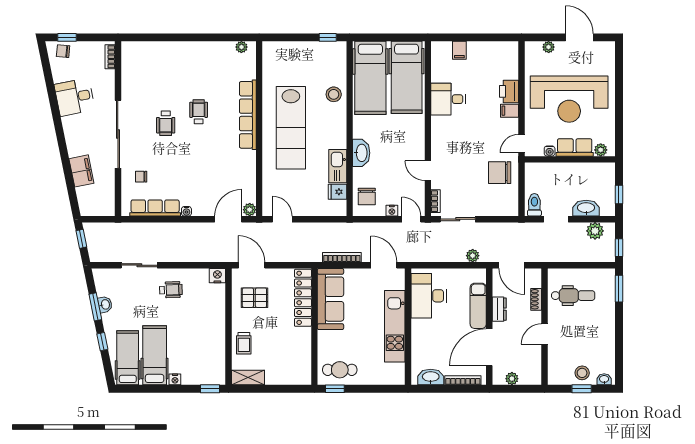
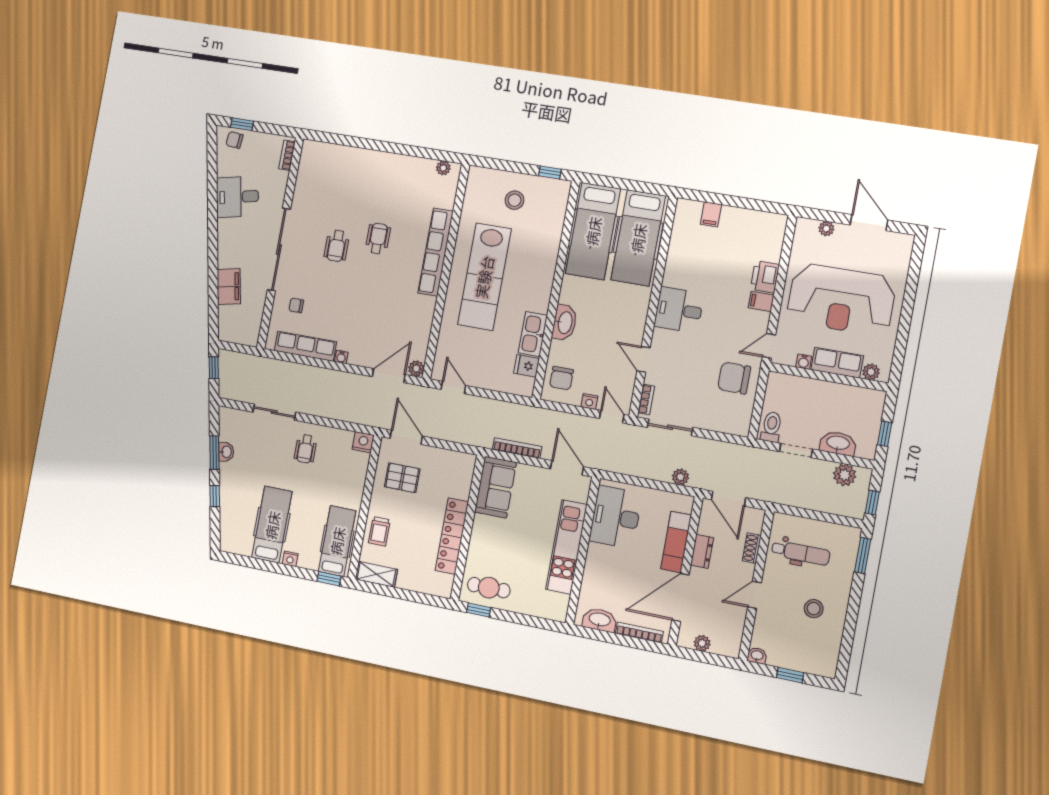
stool: (334, 94) -> (514, 200), moved
desk: (448, 99) -> (679, 310), moved
wheelchair: (171, 290) -> (305, 449), turned 92
locker: (303, 298) -> (452, 536), moved
sofa: (330, 299) -> (495, 487), width x0.73
hospital bed: (128, 358) -> (337, 541), moved
stool: (582, 373) -> (814, 609), moved
washbasin: (604, 379) -> (757, 656), moved

